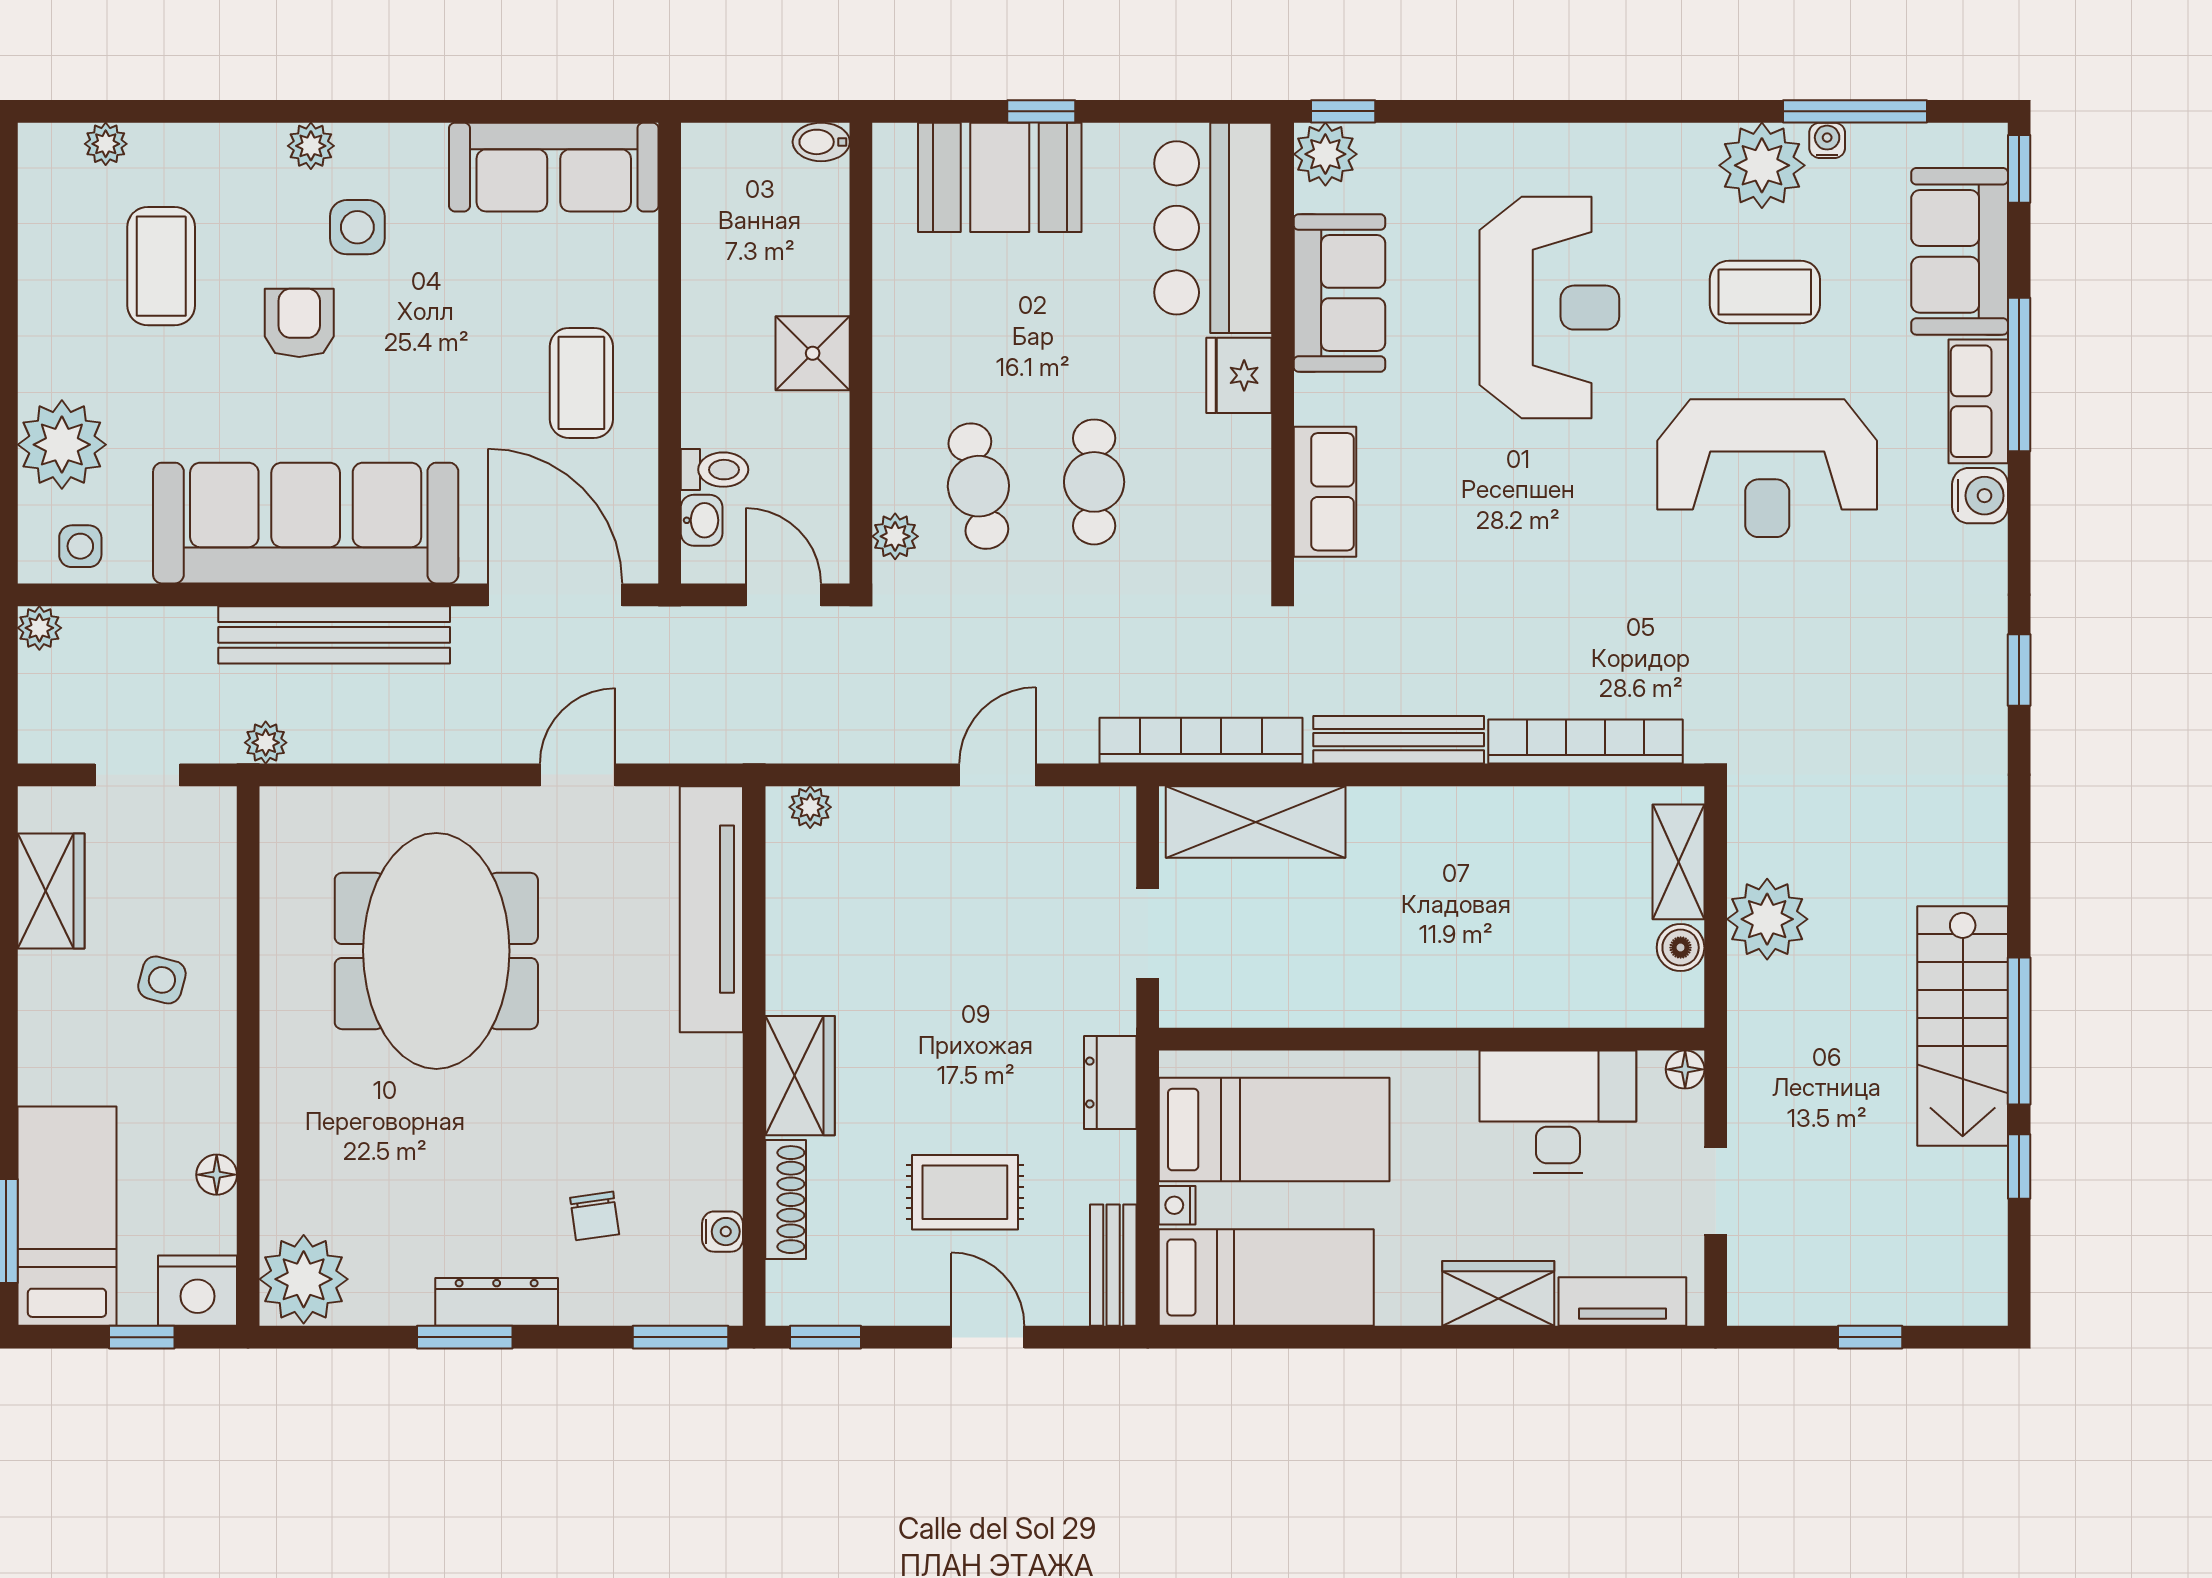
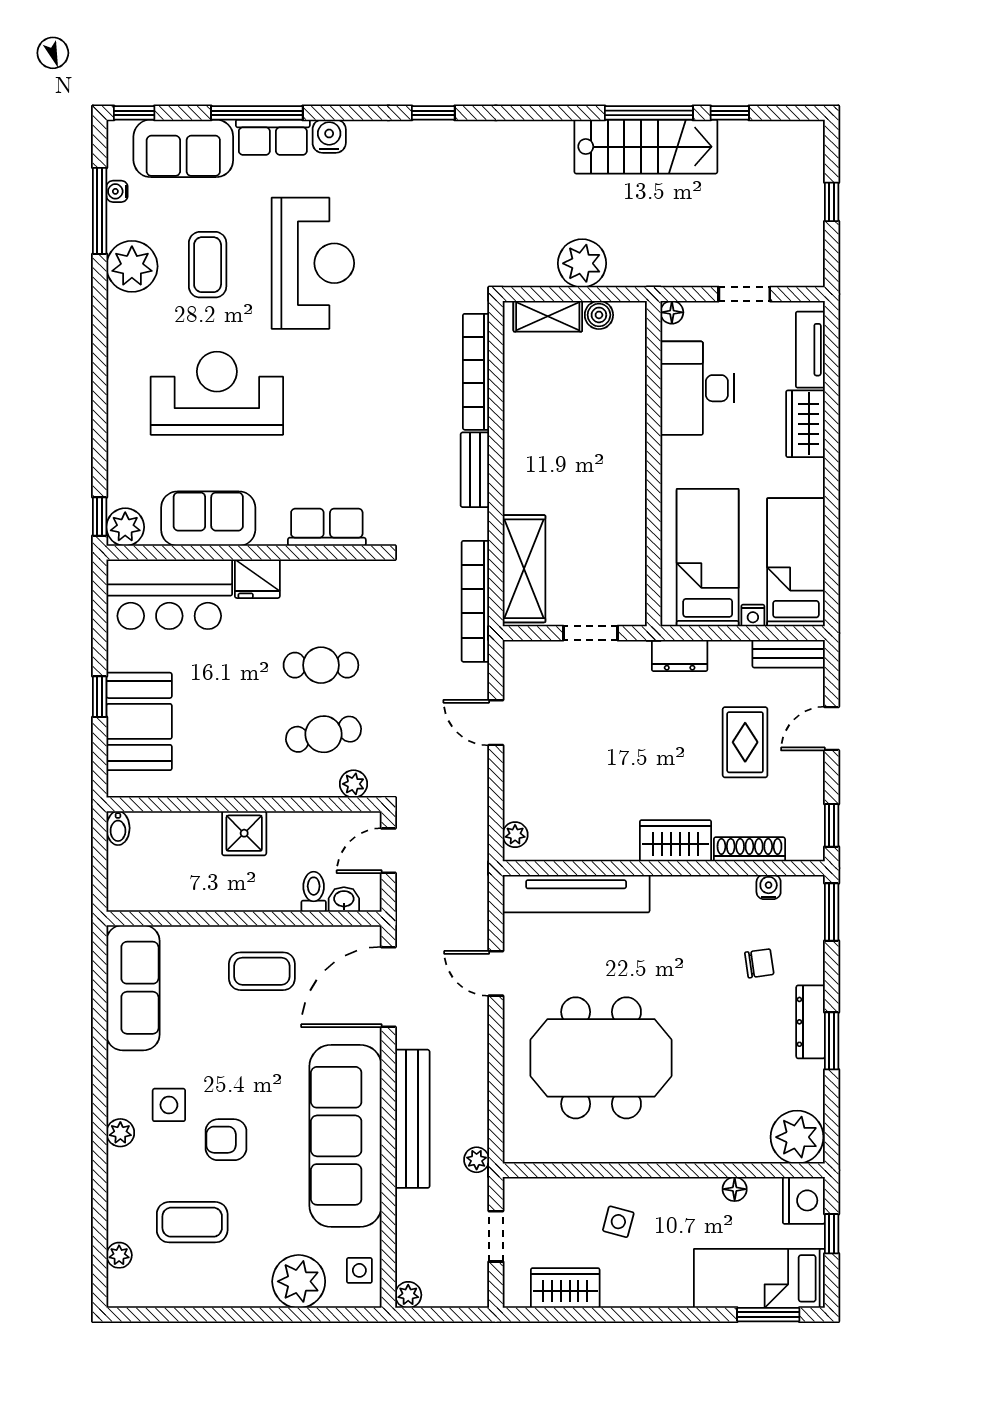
water cooler: (1827, 140) -> (117, 191), moved
bench: (1399, 740) -> (475, 470), width x0.73

